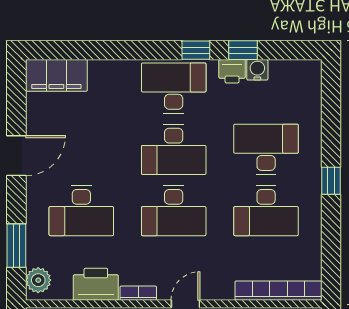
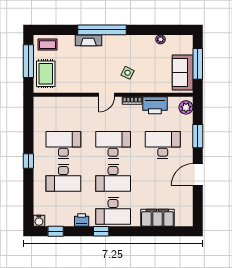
window: (243, 50) -> (56, 231), moved
water cooler: (257, 70) -> (39, 221), moved
filing cabinet: (56, 75) -> (157, 218), moved
desk: (174, 149) -> (113, 178), turned 180
window: (16, 246) -> (198, 136), moved
bookcase: (278, 291) -> (57, 102), removed

